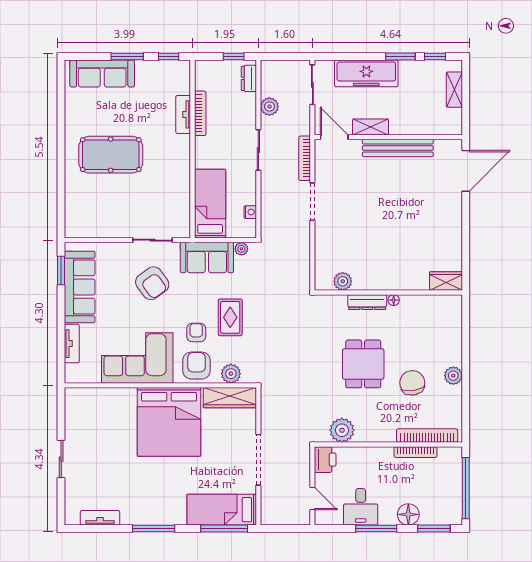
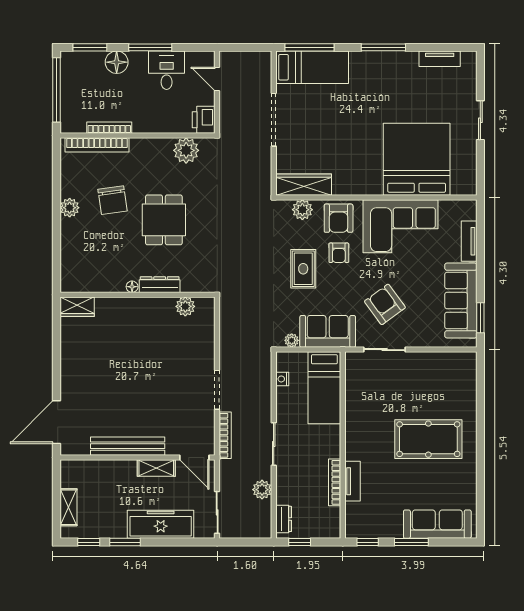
bed: (169, 422) -> (417, 159), moved

